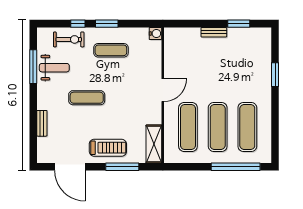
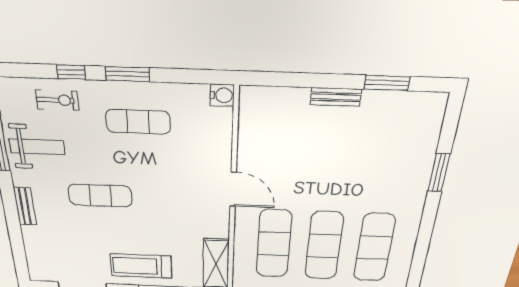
exercise bike: (69, 39) -> (57, 100), width x0.73, depth x0.72
door: (163, 90) -> (233, 189), hinge flipped
bench: (42, 123) -> (25, 206), moved
treadmill: (108, 148) -> (141, 266), turned 180

